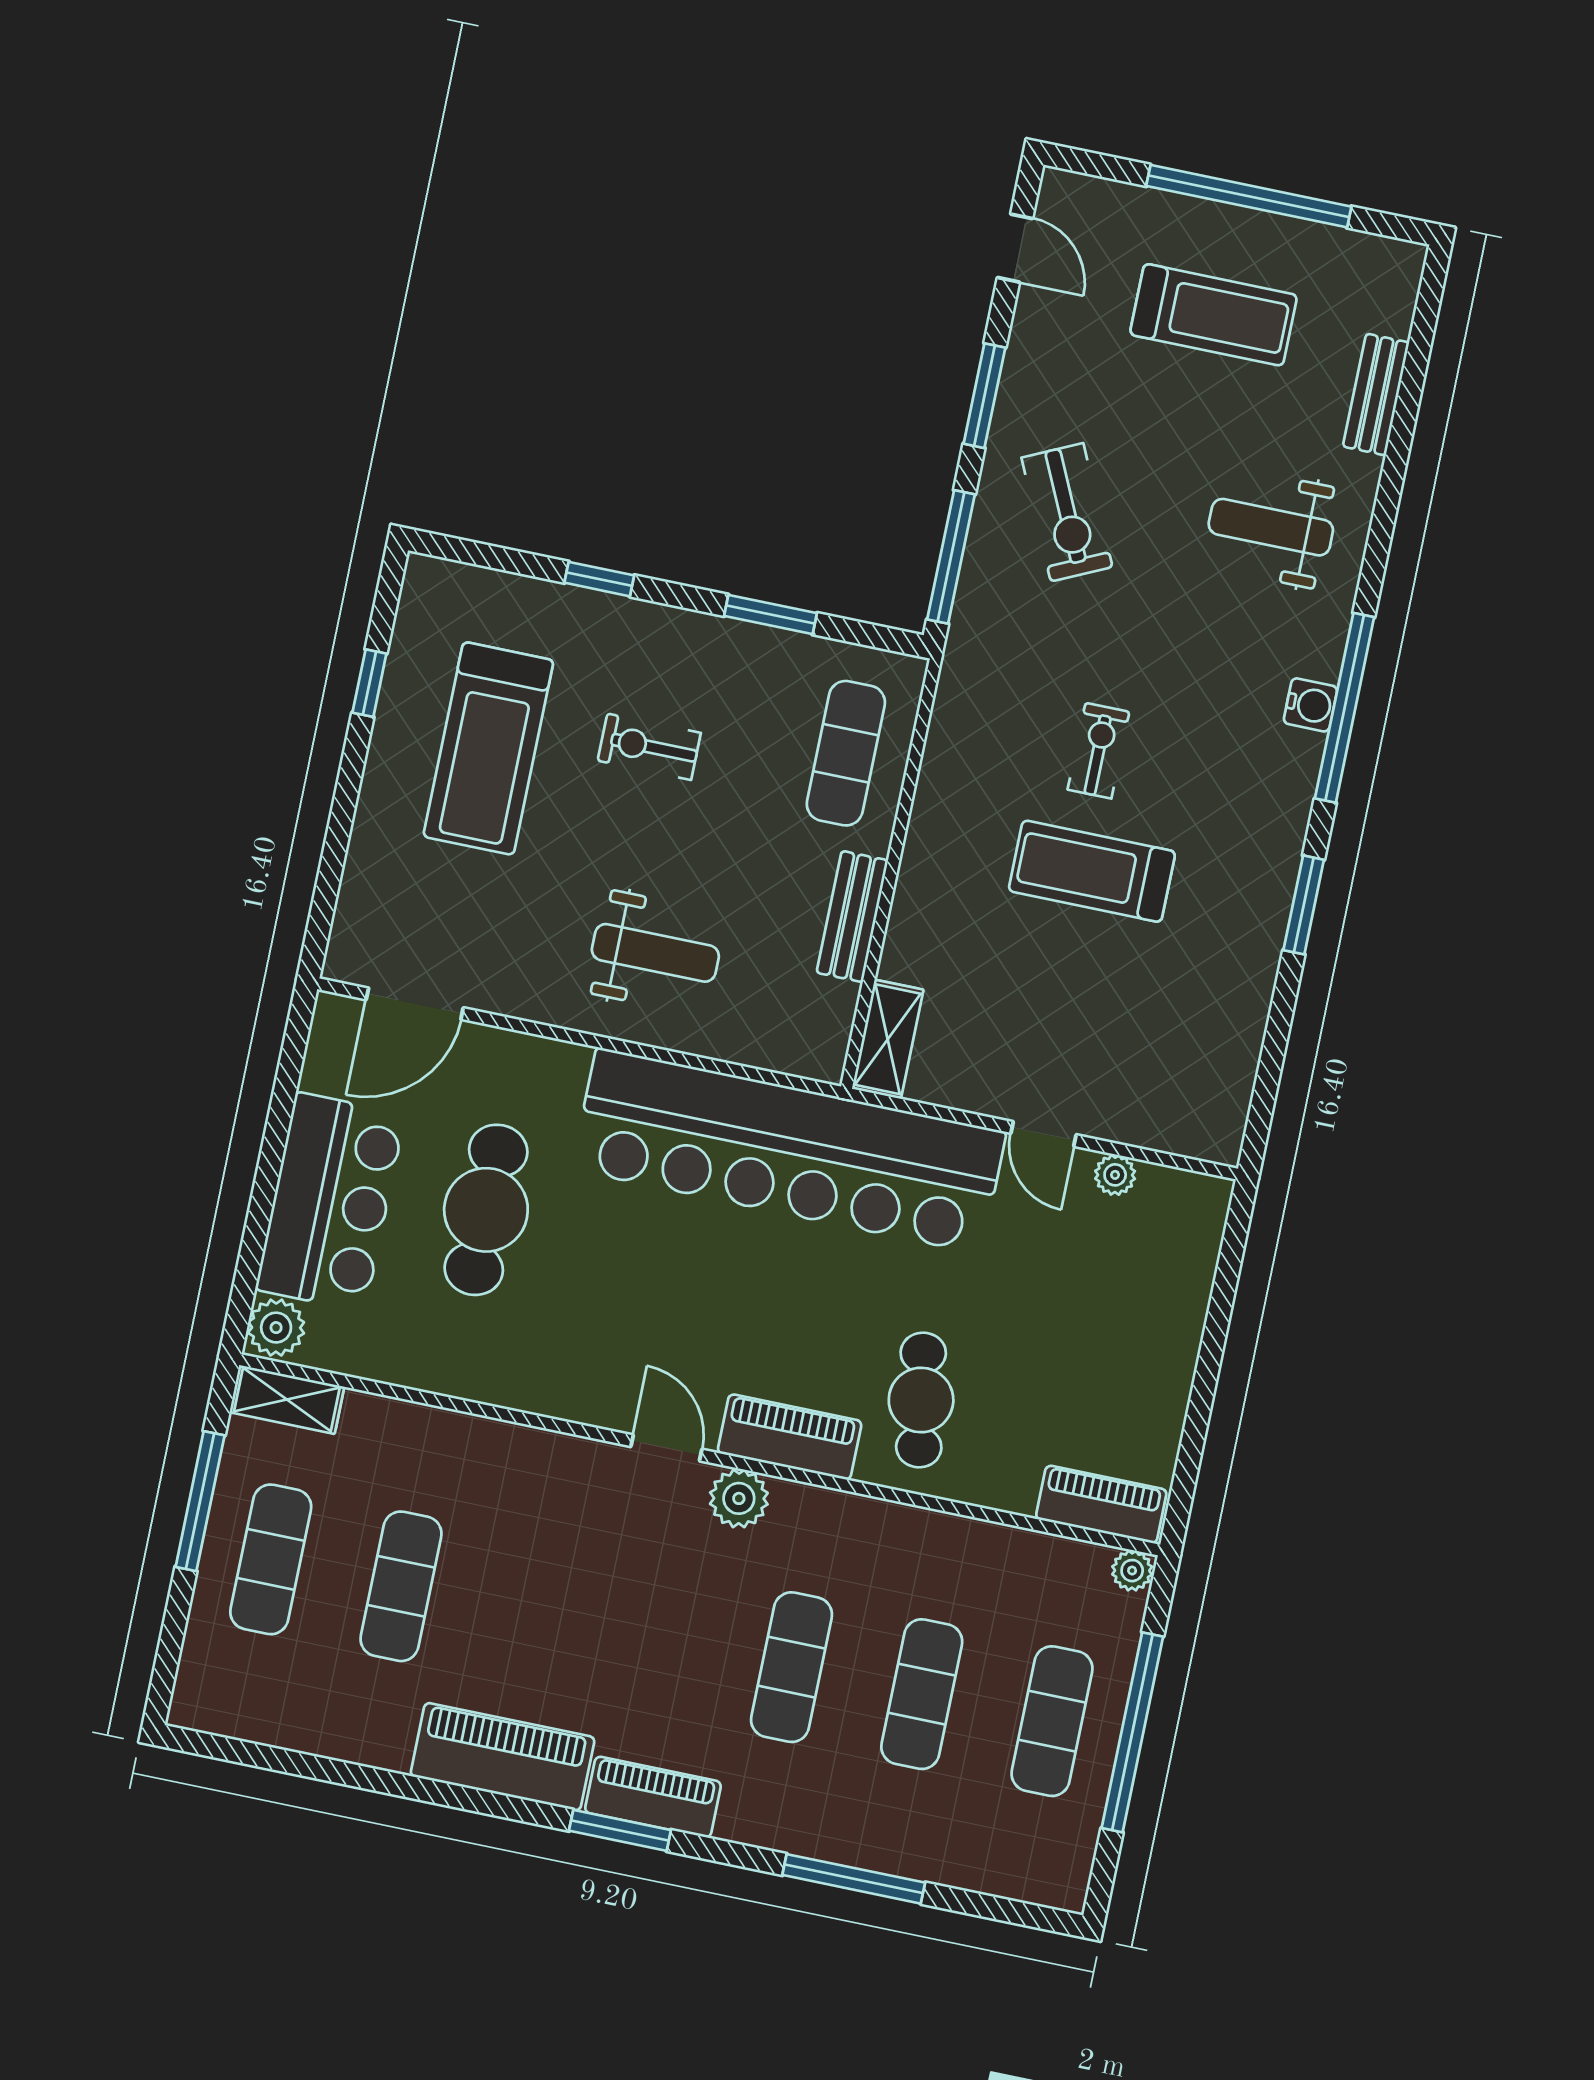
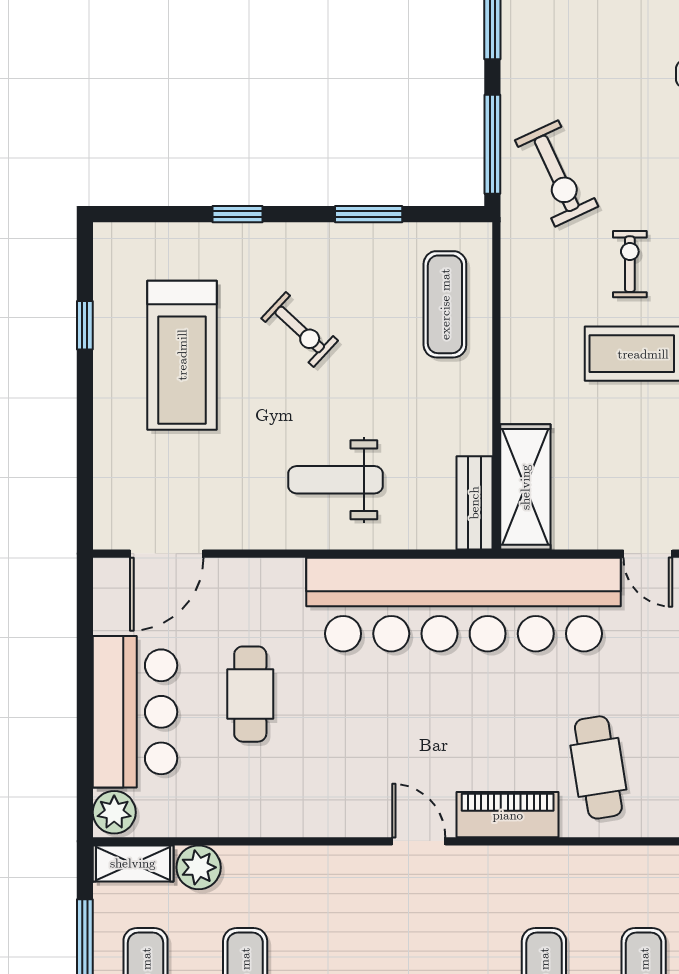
exercise bike: (1067, 512) -> (557, 173), moved
exercise bike: (649, 747) -> (300, 329), turned -137
bench: (852, 917) -> (474, 503), moved
weight bench: (655, 953) -> (336, 480), turned 180
shelving: (888, 1039) -> (525, 487), width x1.50, depth x1.33
cafe table: (486, 1210) -> (250, 694), width x0.73, depth x0.74
plant: (739, 1498) -> (199, 867), moved

